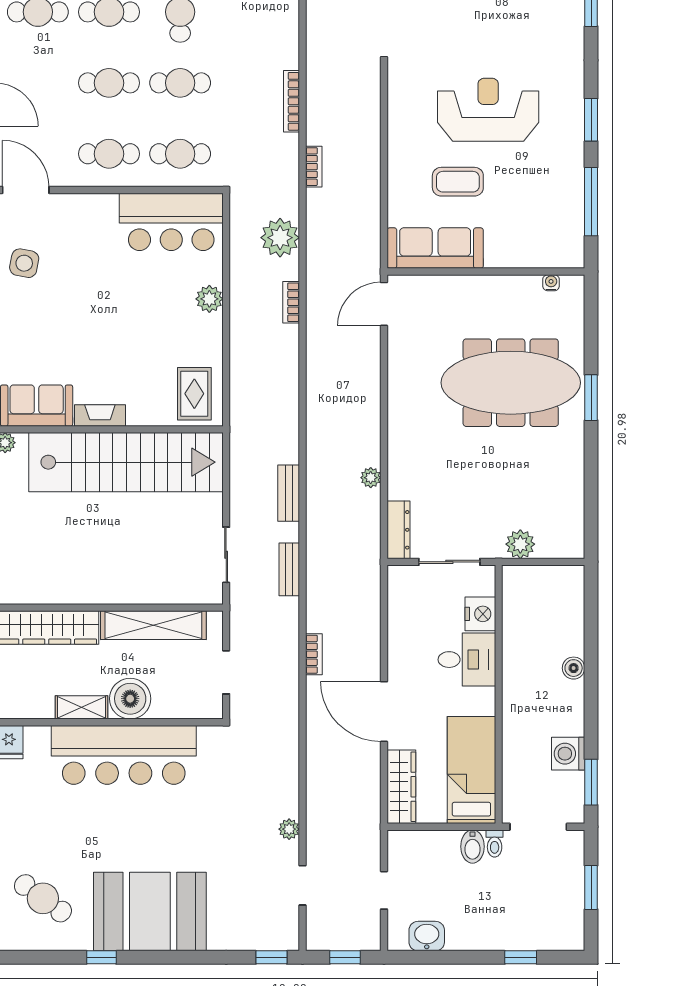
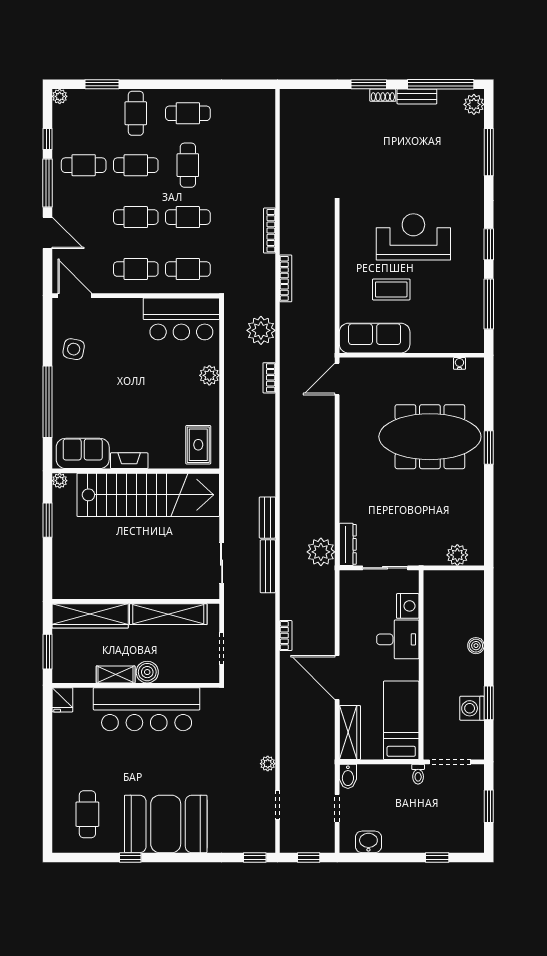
bookcase: (314, 167) -> (286, 278), width x1.56
plant: (371, 478) -> (321, 552), moved, width x1.88, depth x1.88
plant: (520, 544) -> (457, 555), moved
bench: (289, 569) -> (268, 566), width x1.36
boiler: (130, 699) -> (147, 672), width x0.73, depth x0.73
window: (591, 782) -> (489, 703), moved
bidet: (472, 847) -> (348, 776), moved
cafe table: (43, 898) -> (87, 814), turned 54

